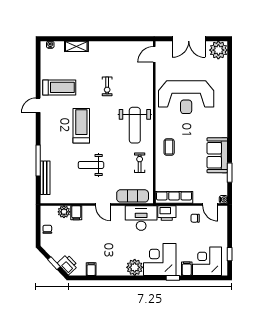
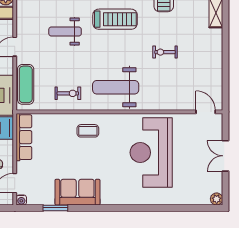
double door: (189, 39) -> (226, 156), width x0.73
plant: (218, 50) -> (217, 199), width x0.53, depth x0.53
weight bench: (91, 165) -> (65, 32), turned -90

